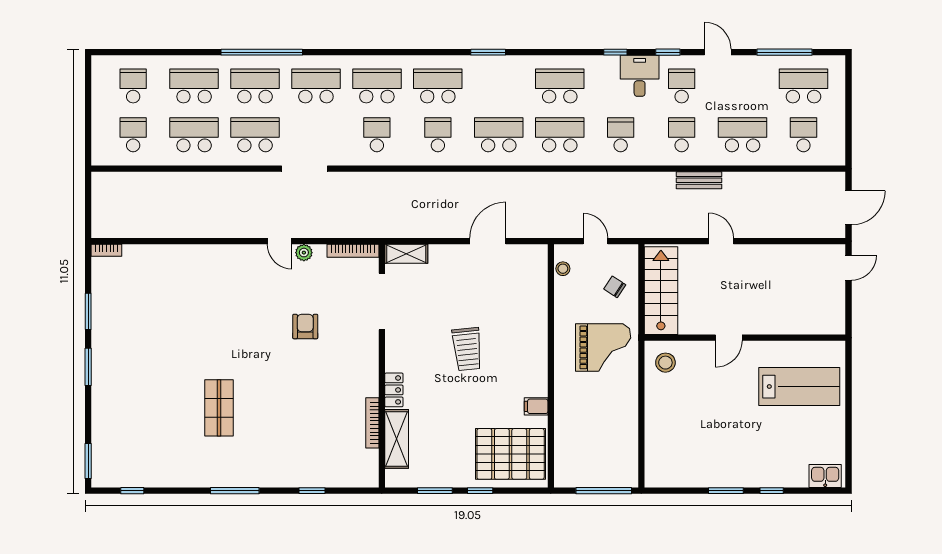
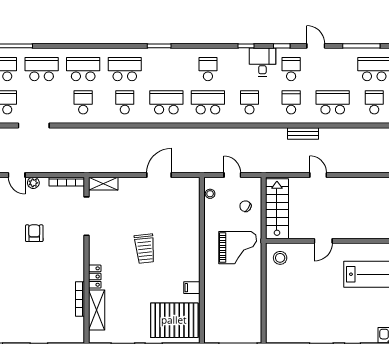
school desk: (560, 86) -> (208, 69), width x0.54

